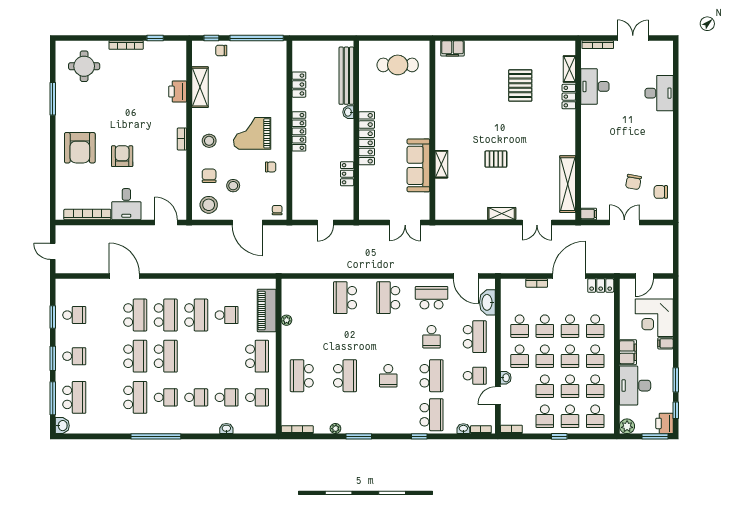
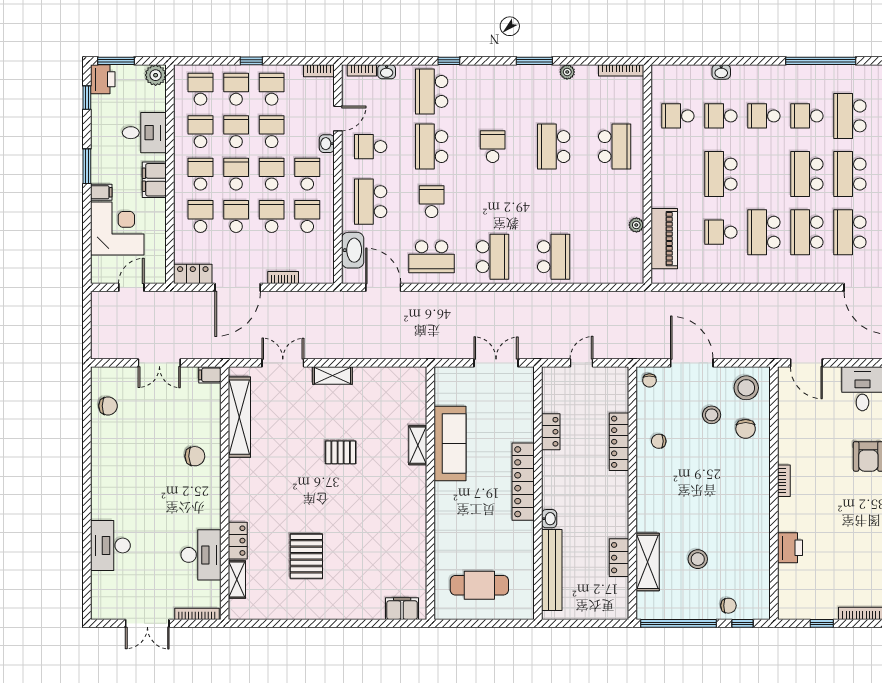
shelving: (200, 87) -> (648, 562), moved
locker: (299, 131) -> (619, 442), moved
grand piano: (252, 133) -> (685, 489), removed
stool: (209, 141) -> (698, 559), moved
chair: (633, 182) -> (195, 456), moved, turned 78
double door: (405, 223) -> (496, 363), moved
school desk: (257, 356) -> (721, 174), moved
window: (676, 380) -> (87, 166), moved
desk: (635, 386) -> (144, 133), width x0.73

